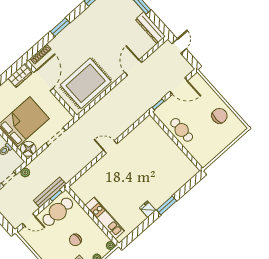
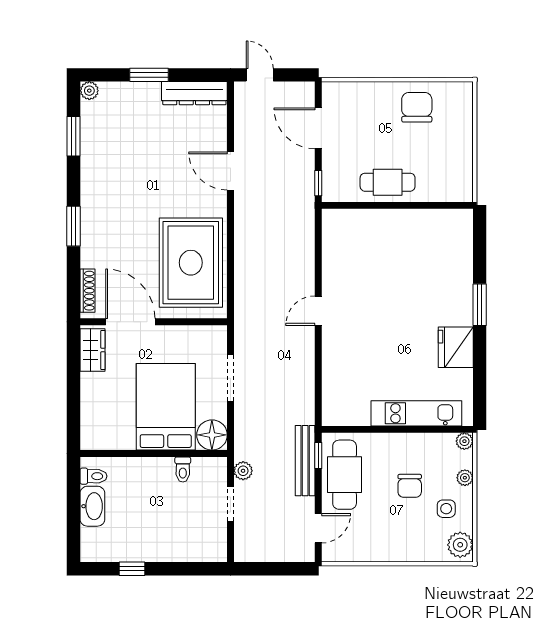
door: (179, 86) -> (318, 128), swing flipped
fridge: (148, 209) -> (456, 347), width x1.88, depth x1.34

